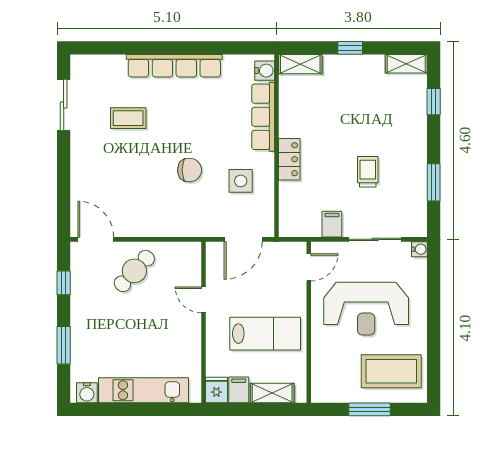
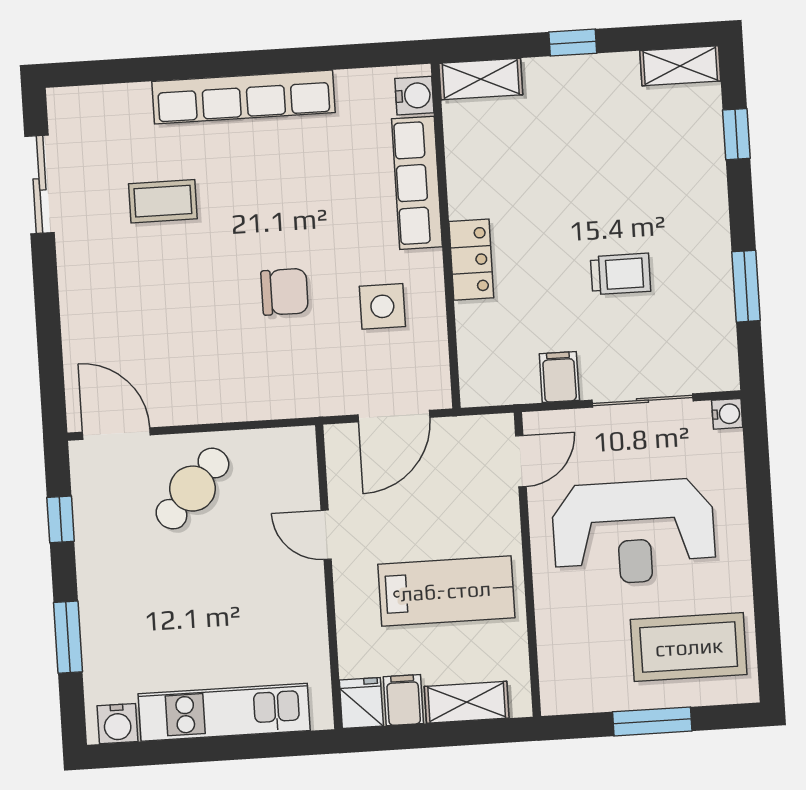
trolley: (368, 172) -> (621, 274), turned 90

